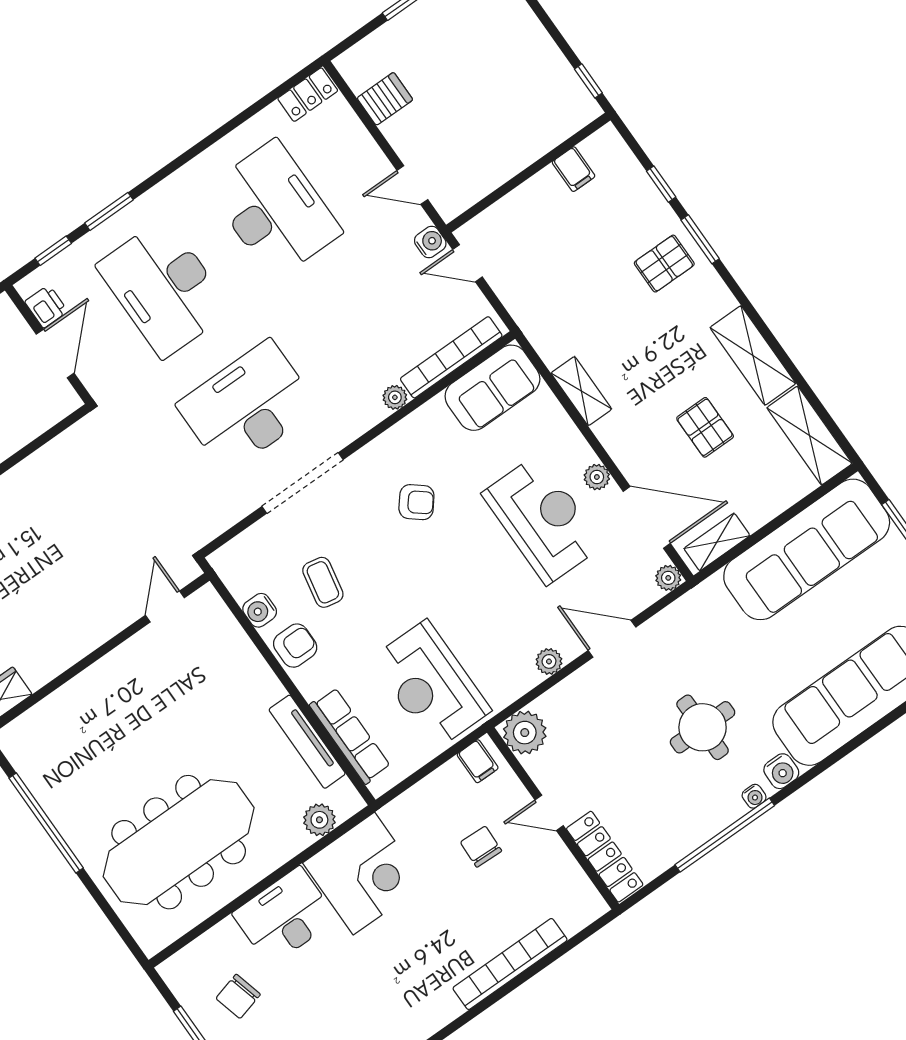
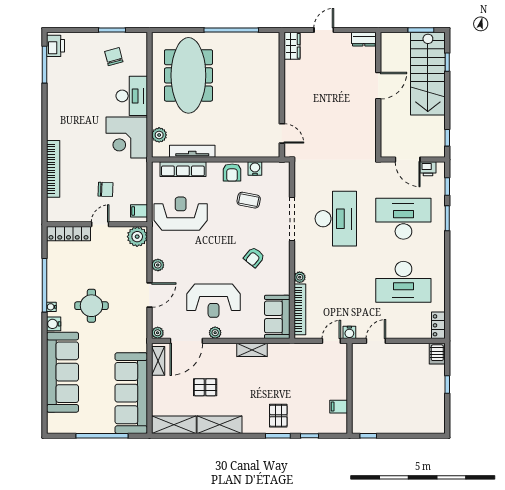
server rack: (385, 99) -> (437, 354), moved

